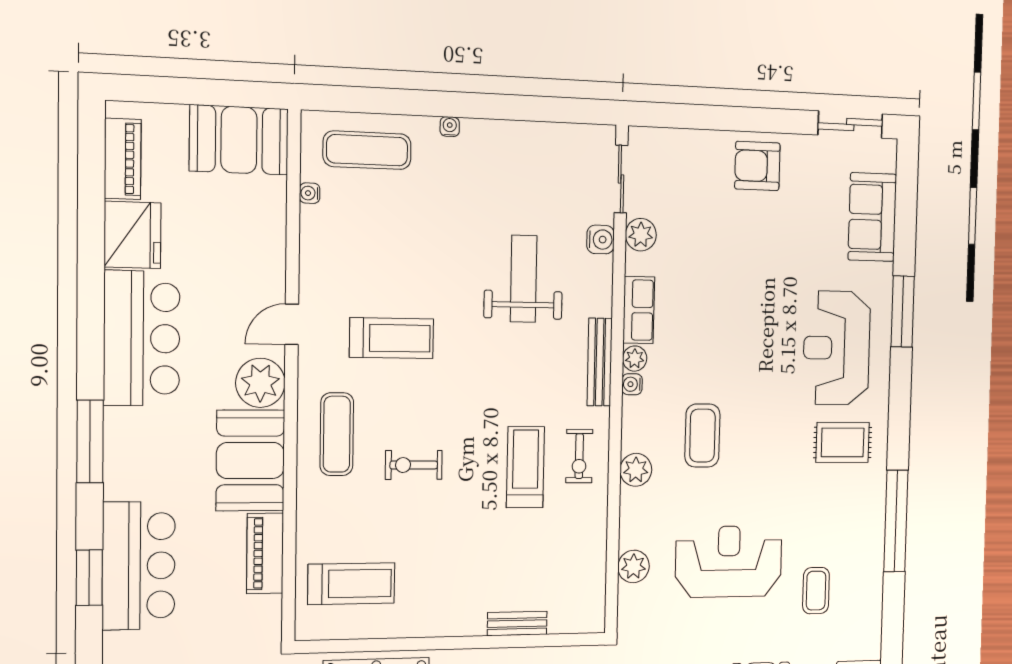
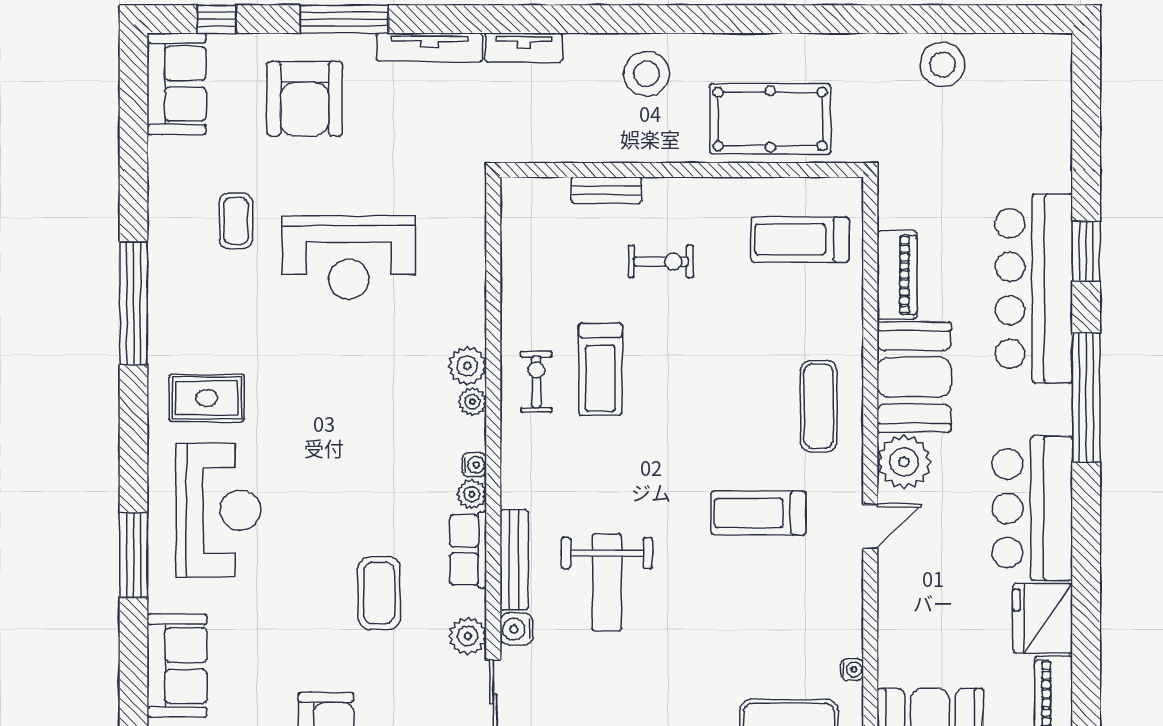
bench: (600, 362) -> (514, 560), moved
coffee table: (702, 436) -> (379, 593), moved
window: (90, 441) -> (1086, 398), width x1.46
exercise bike: (414, 465) -> (661, 261), moved
bar counter: (139, 566) -> (1034, 289), width x1.36
plant: (634, 566) -> (473, 402), moved, width x0.73, depth x0.73

